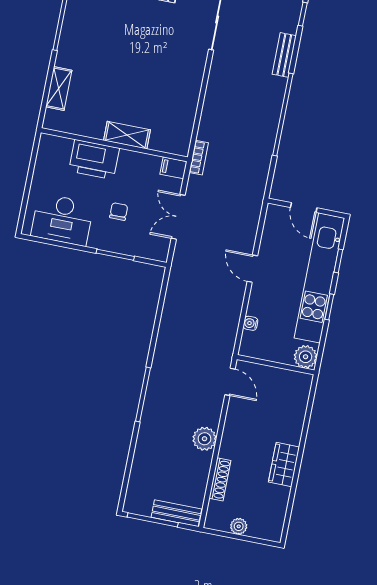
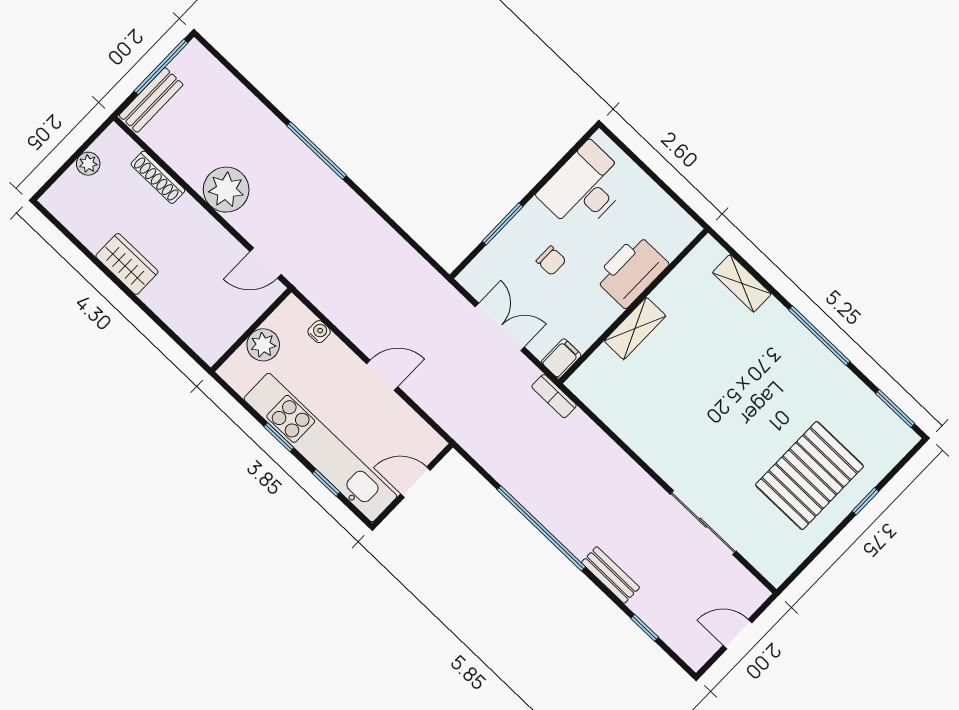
plant: (306, 357) -> (263, 345), moved
plant: (205, 439) -> (226, 190), width x1.36, depth x1.36

